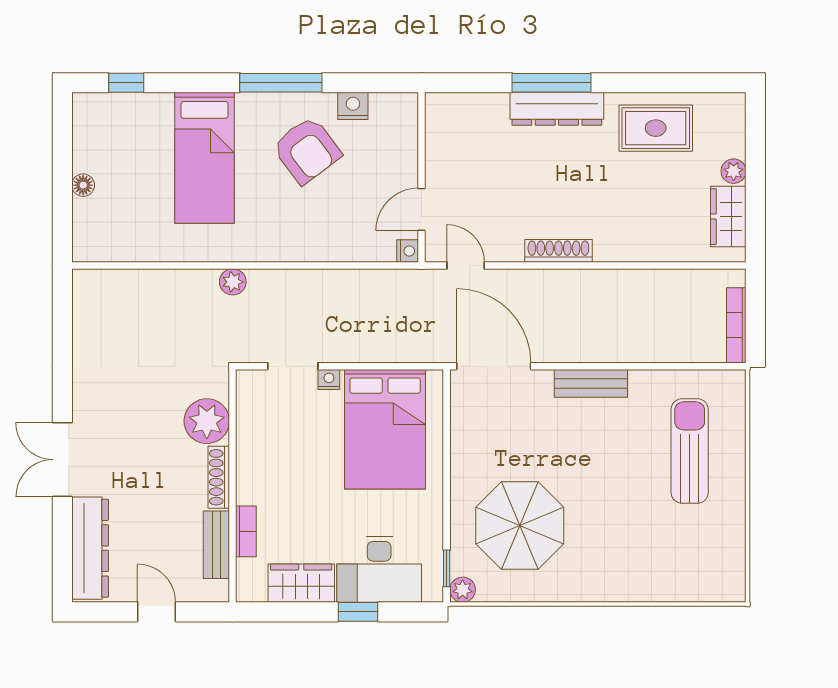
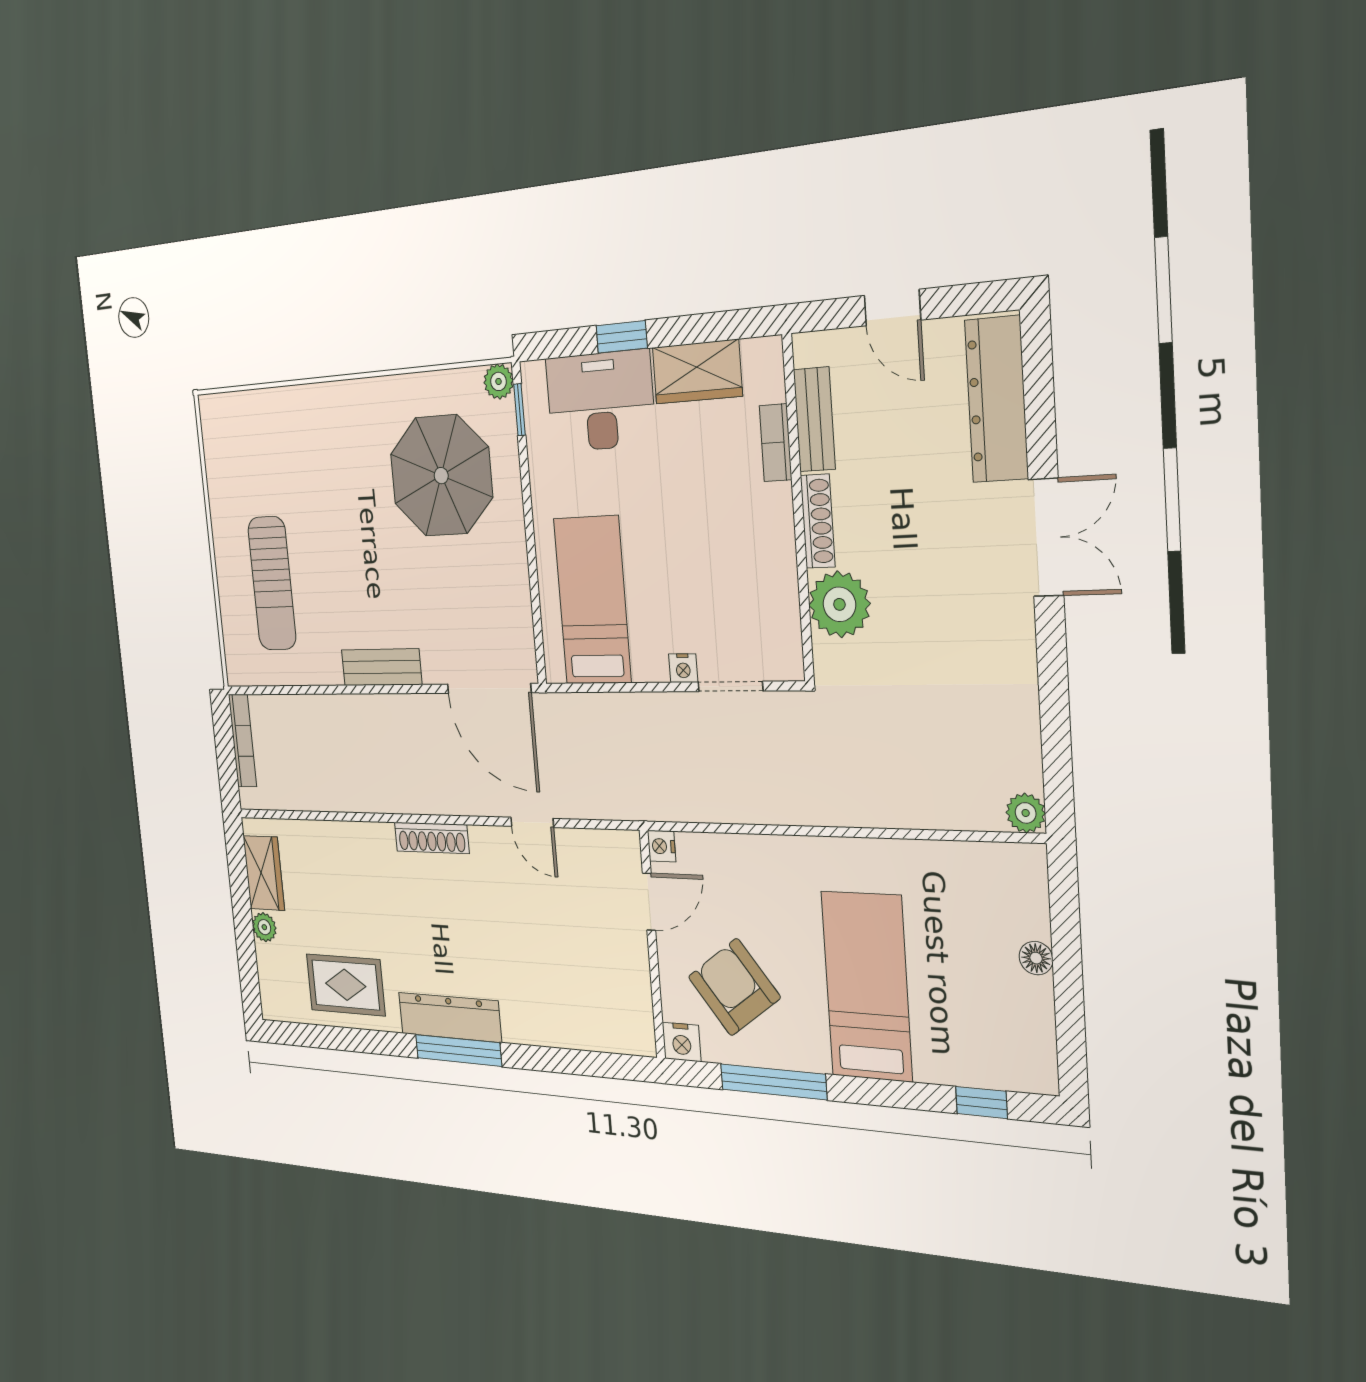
wall: (421, 177) -> (652, 945), moved
door: (421, 209) -> (649, 902), moved
nightstand: (408, 251) -> (662, 846), moved
plant: (233, 282) -> (1026, 813), moved
bed: (385, 429) -> (592, 600), width x0.67

